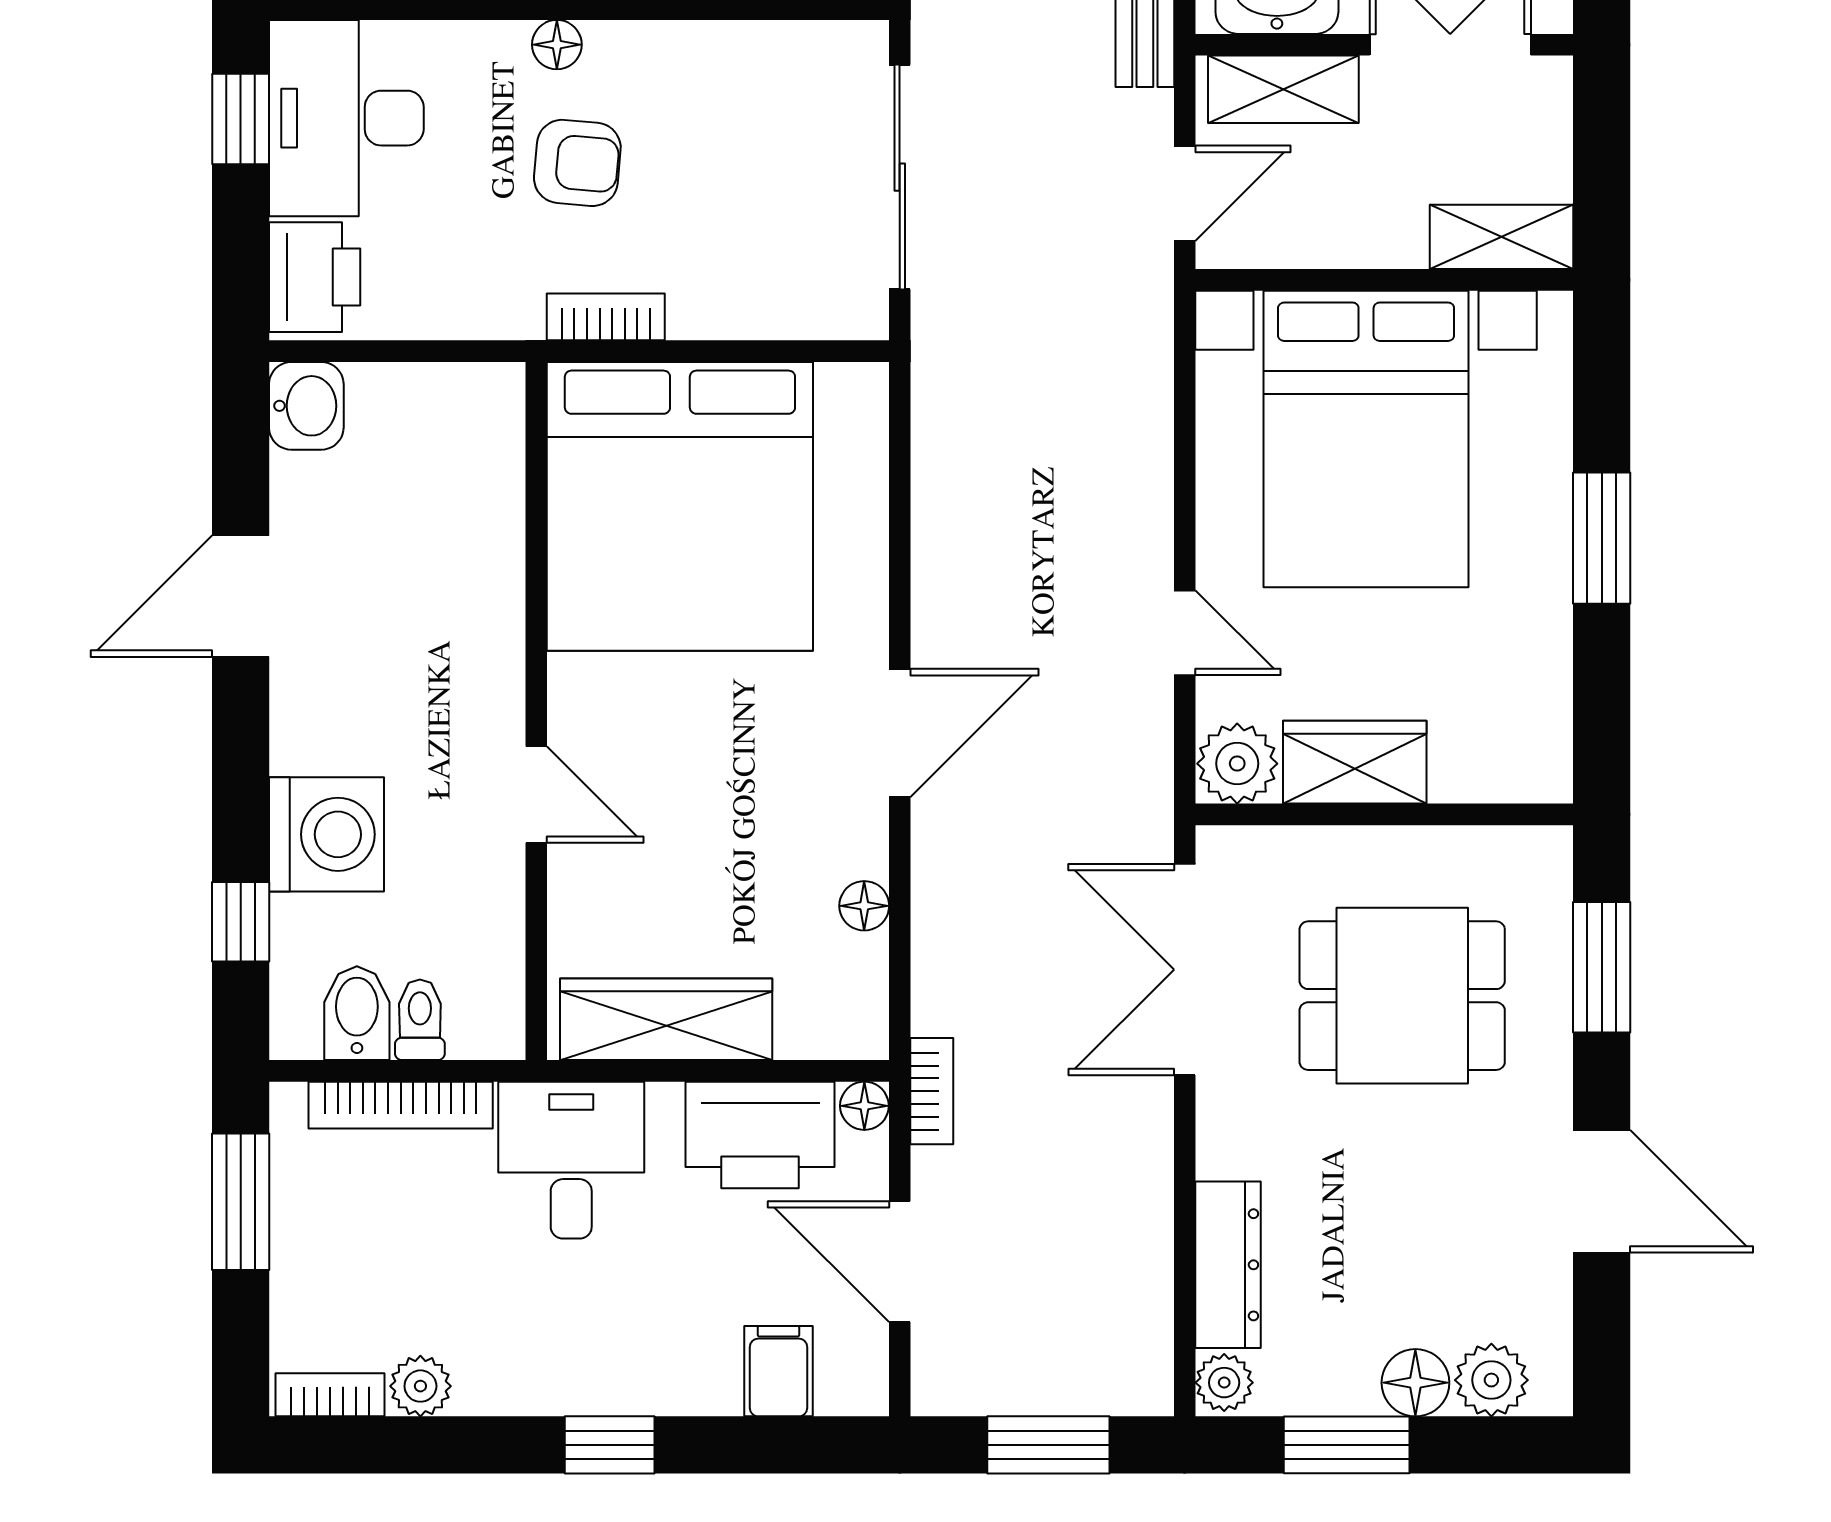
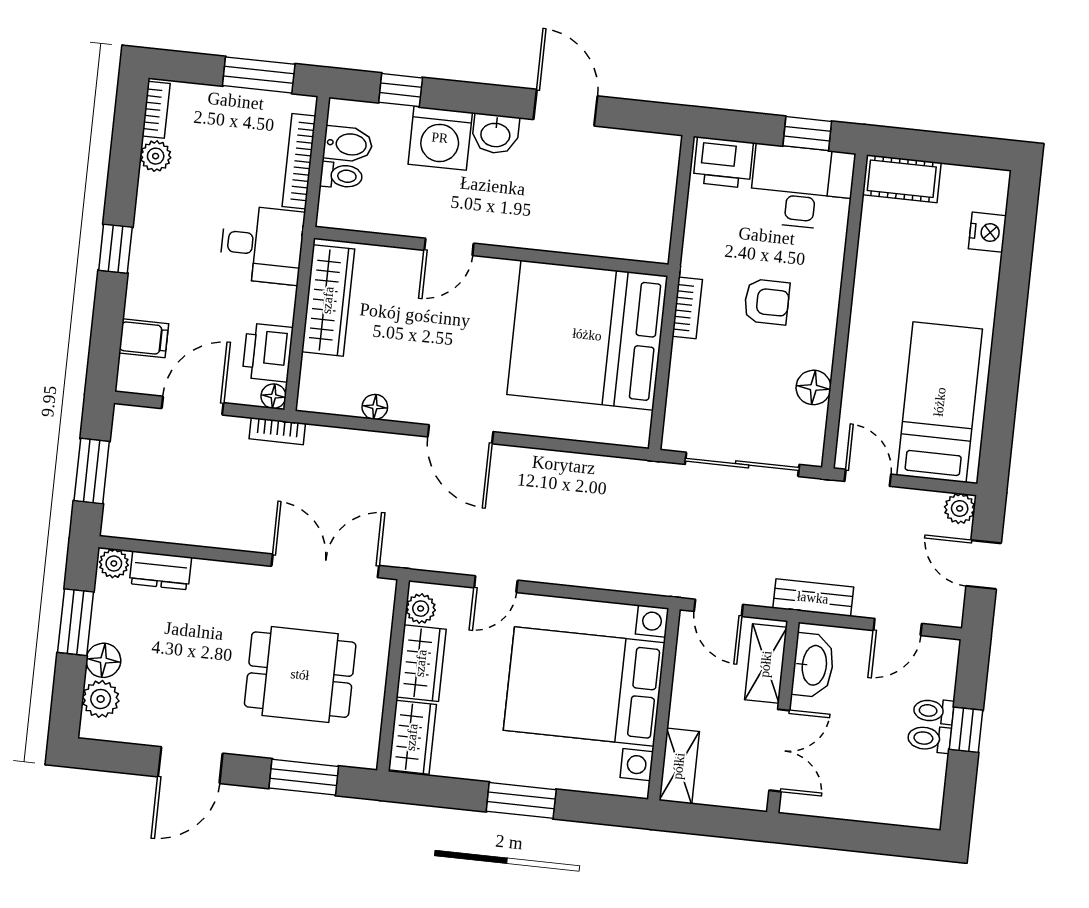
floor lamp: (557, 45) -> (813, 387), moved, width x1.37, depth x1.37
armchair: (577, 163) -> (767, 302), turned -95
washbasin: (306, 406) -> (495, 134), moved
plant: (1237, 764) -> (421, 609), width x0.73, depth x0.73
wardrobe: (1501, 764) -> (412, 737), added
dining table: (1402, 996) -> (300, 675), turned 90
printer: (760, 1135) -> (268, 352), width x0.73, depth x0.84
dresser: (1228, 1265) -> (160, 570), width x0.70

